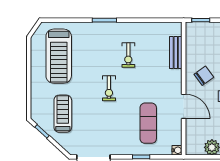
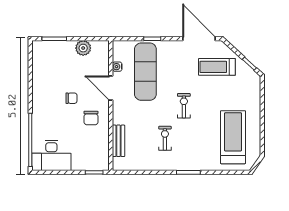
chair: (204, 76) -> (91, 118), turned -54
treadmill: (63, 114) -> (217, 67), moved, turned 90
exercise mat: (148, 123) -> (145, 72), width x1.36, depth x1.45
water cooler: (177, 150) -> (117, 67), moved

